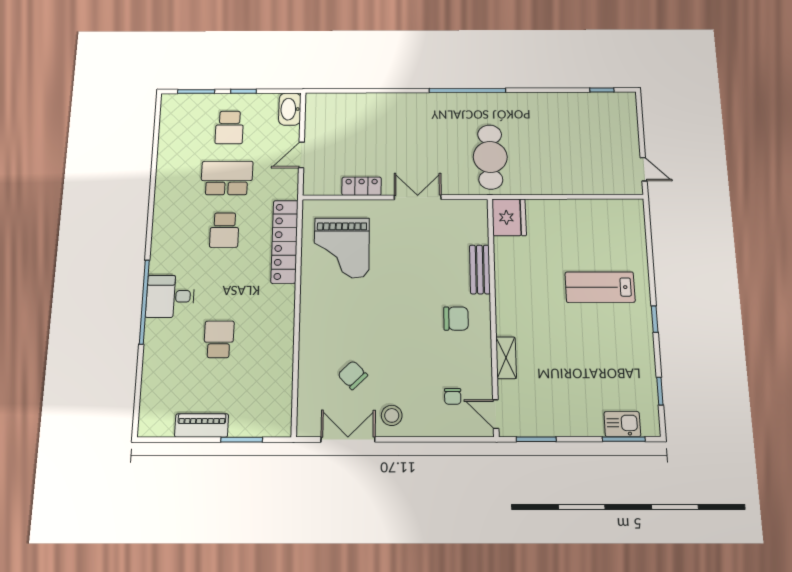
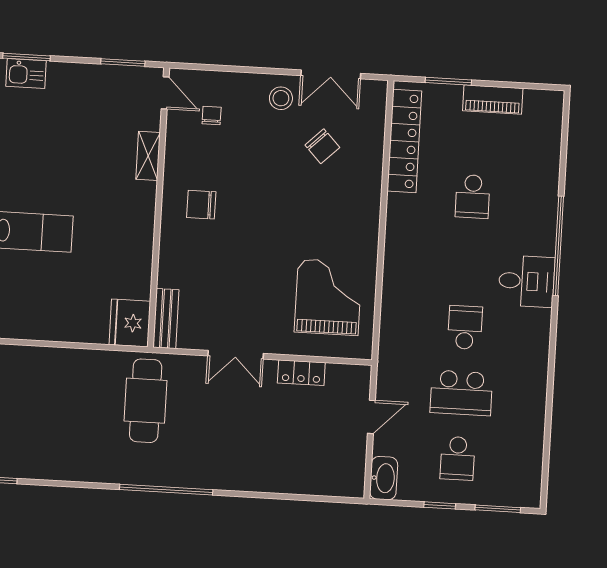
school desk: (229, 127) -> (458, 458), turned 180
locker: (285, 242) -> (404, 141), moved
bench: (480, 269) -> (166, 318), moved
desk: (170, 296) -> (526, 281), moved

